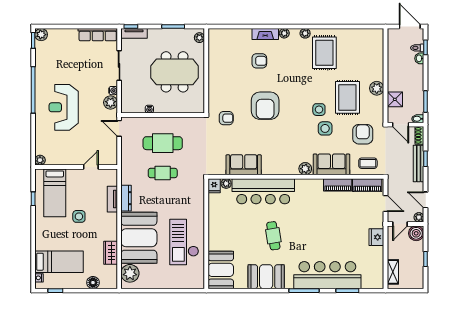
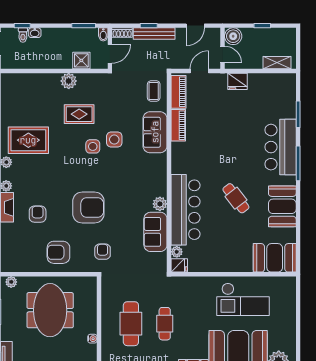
rug: (347, 97) -> (79, 114), width x0.73, depth x0.70
armchair: (363, 134) -> (58, 252), moved
plant: (305, 169) -> (160, 204), moved
plant: (419, 217) -> (215, 33), removed
cafe table: (273, 236) -> (236, 198), turned 61
bar counter: (327, 275) -> (281, 147), width x0.73

